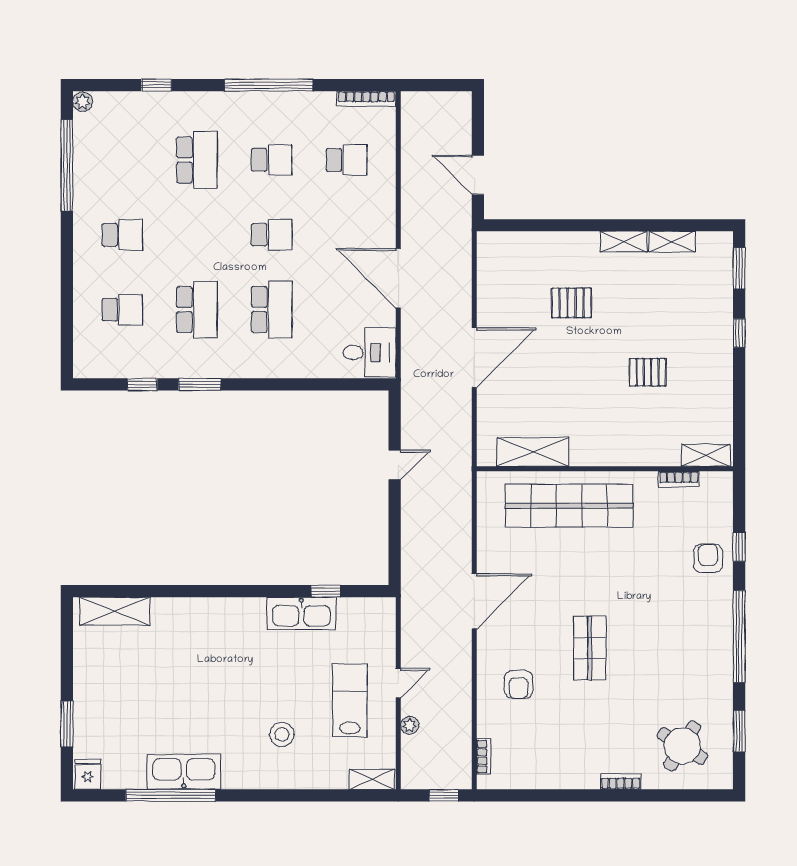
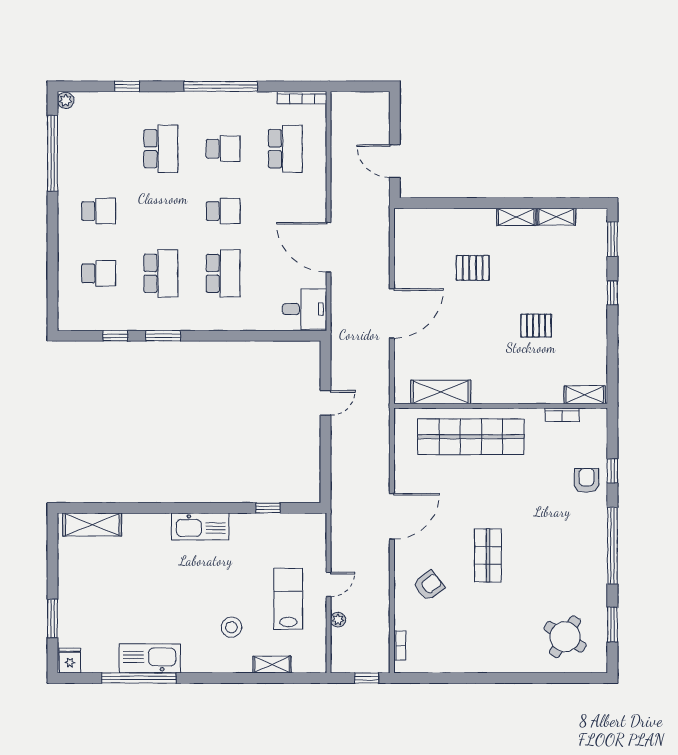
school desk: (346, 160) -> (285, 149), width x1.85
kitchen sink: (301, 613) -> (200, 526), moved
armchair: (519, 684) -> (429, 586), turned -127
shelving: (372, 779) -> (272, 665), moved
bookcase: (621, 781) -> (514, 666), removed

